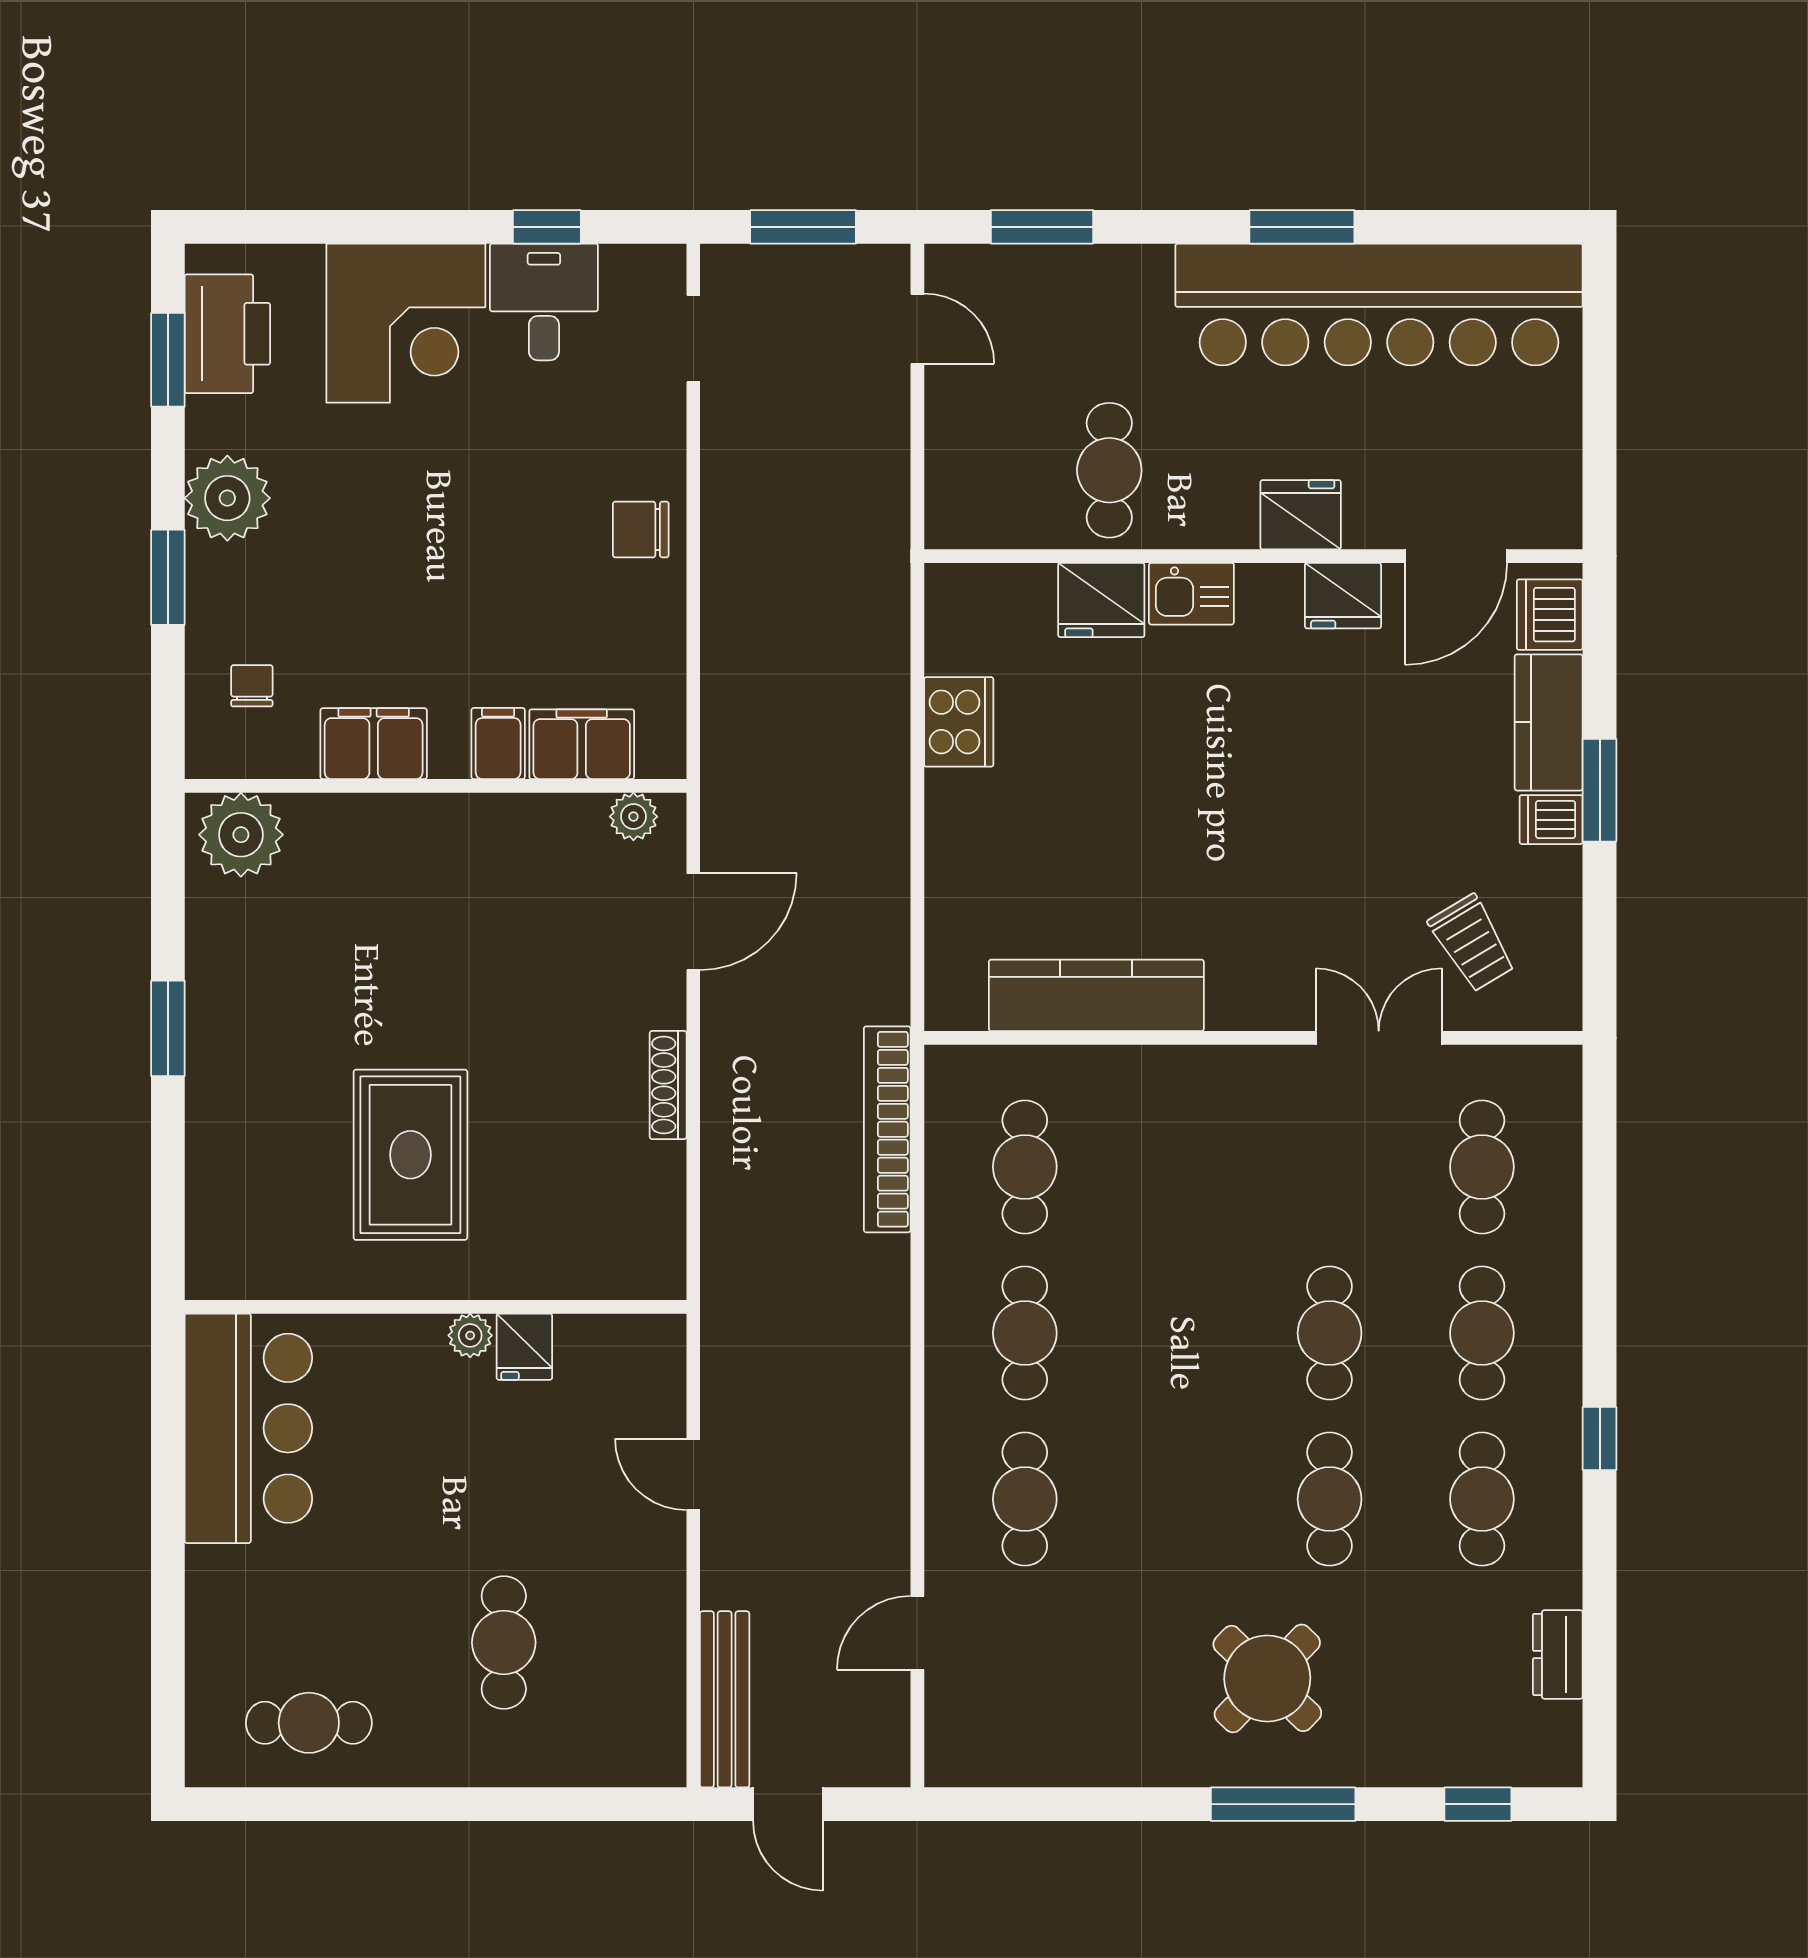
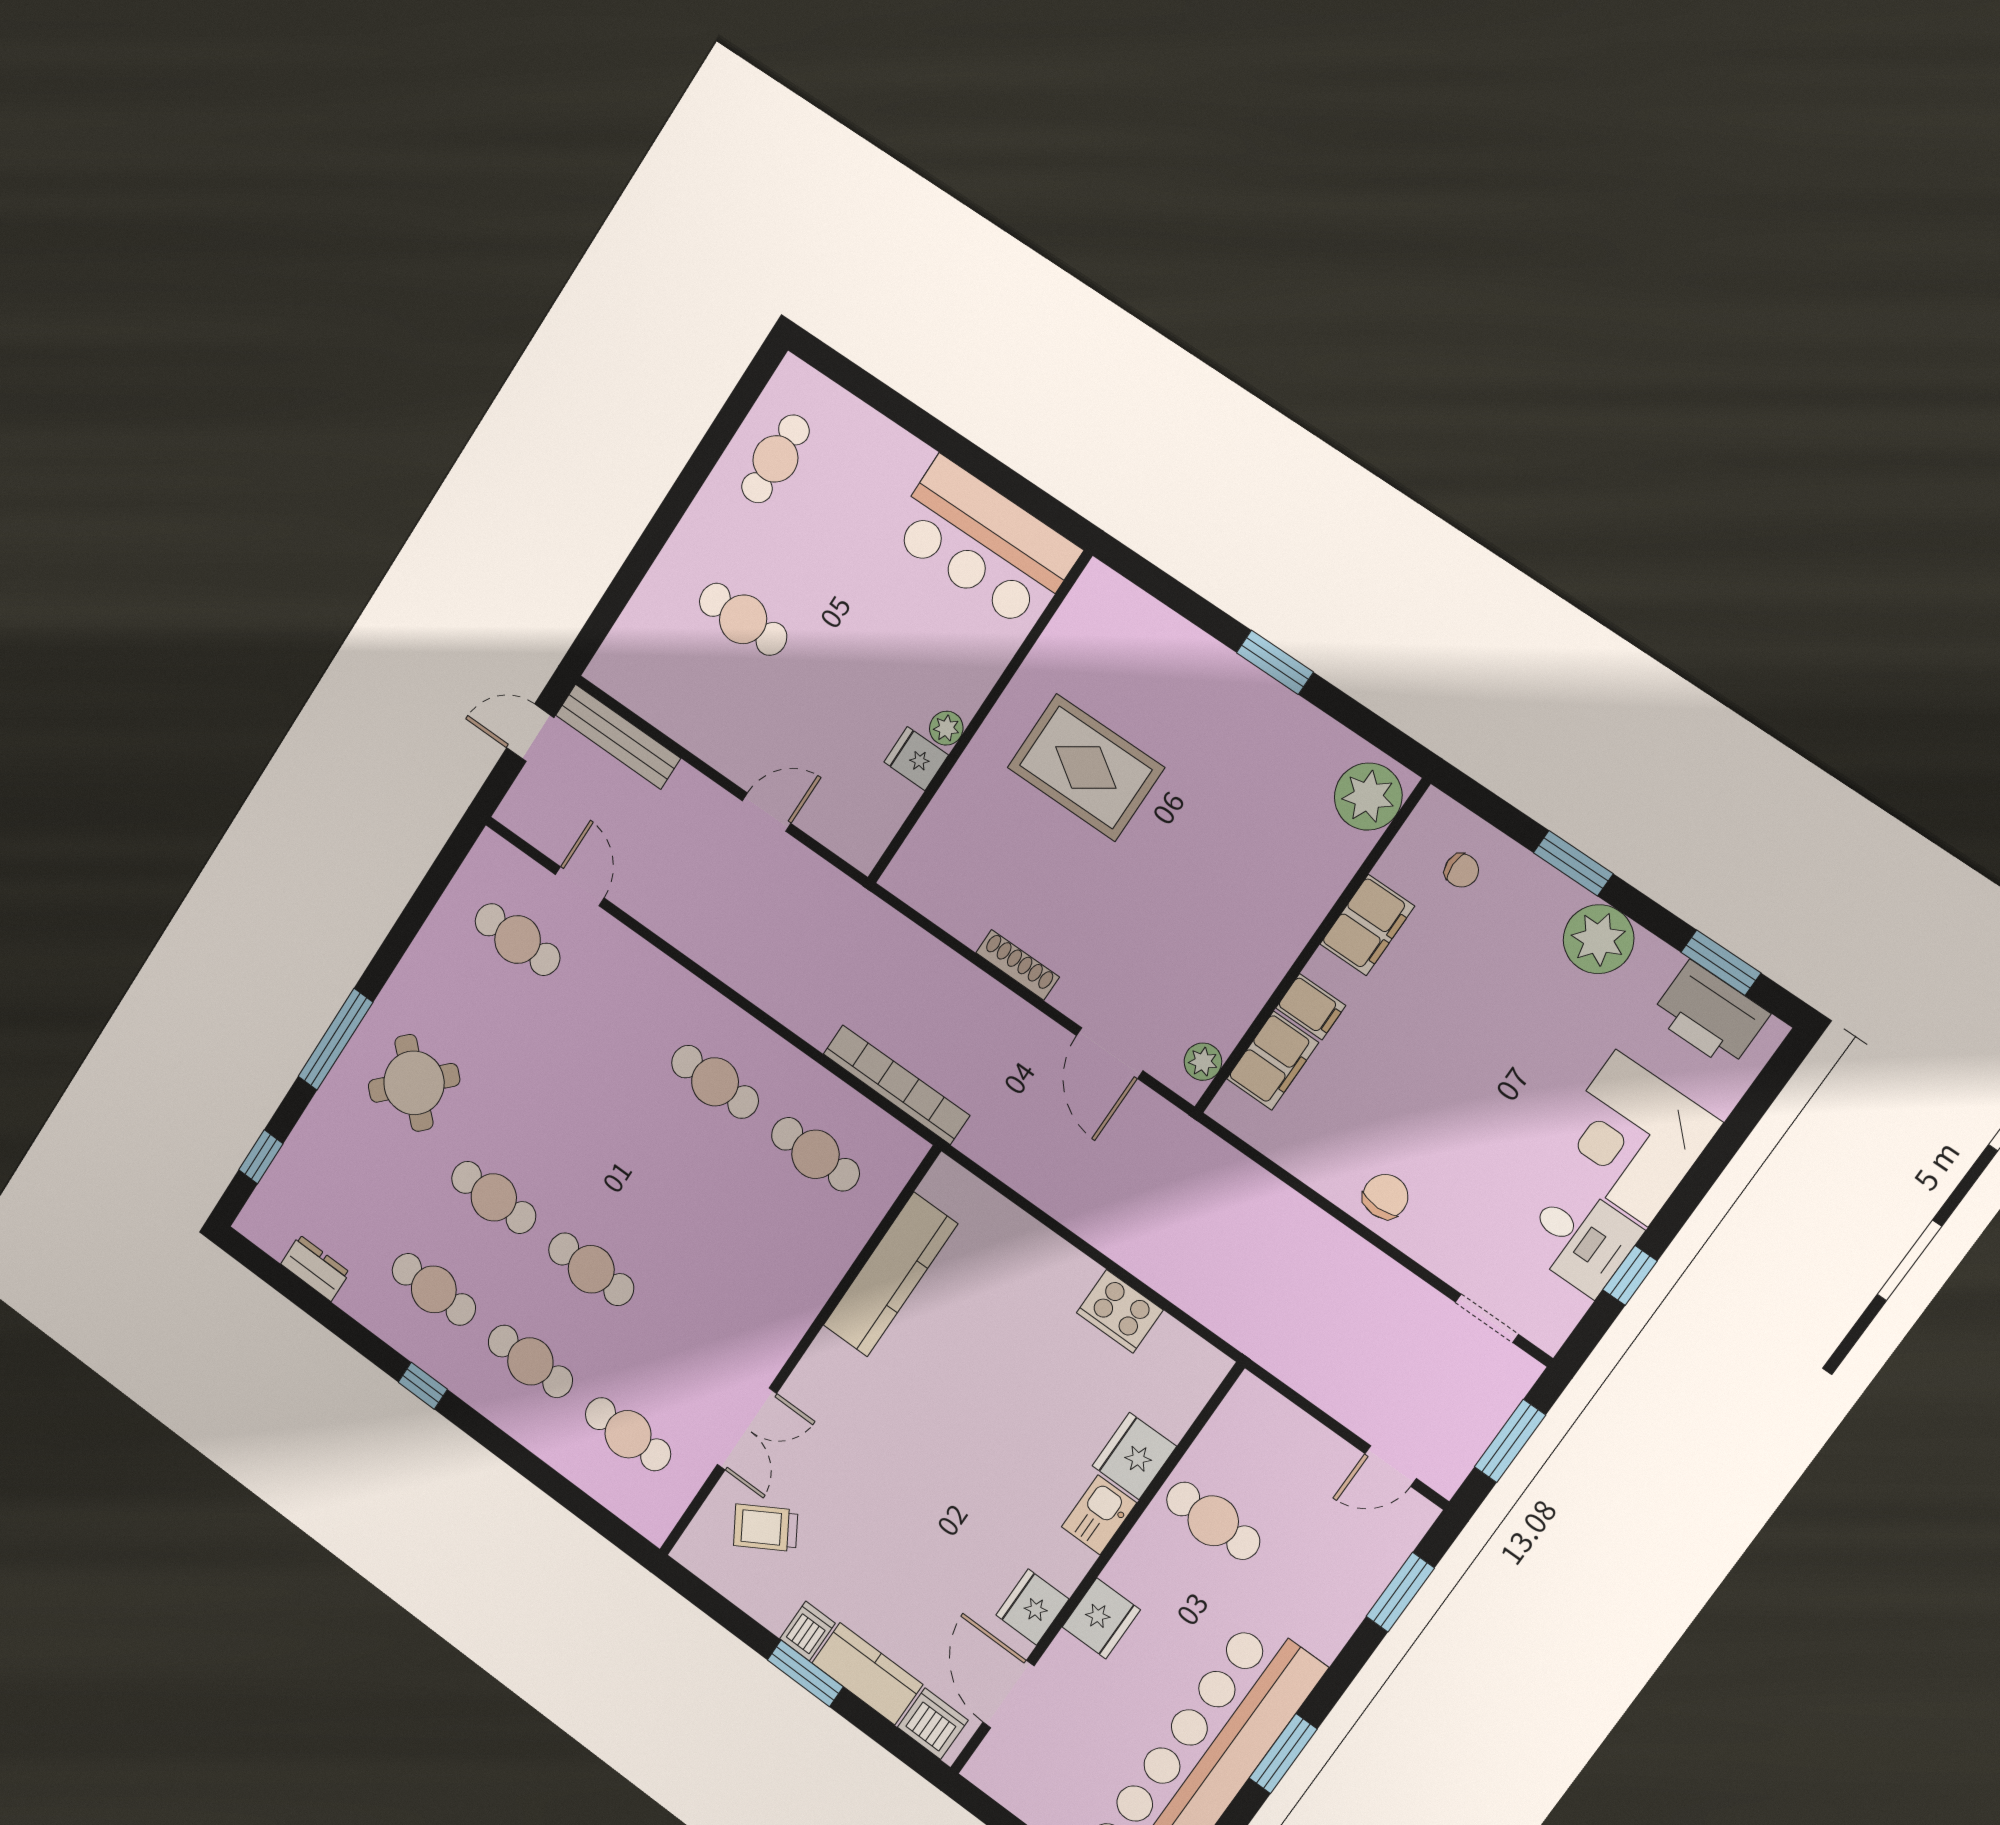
cafe table: (1025, 1499) -> (518, 940), moved

